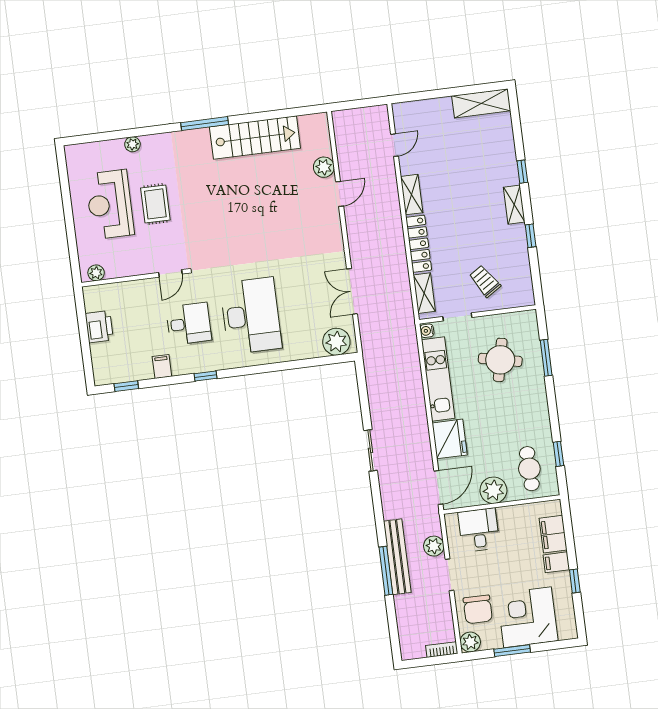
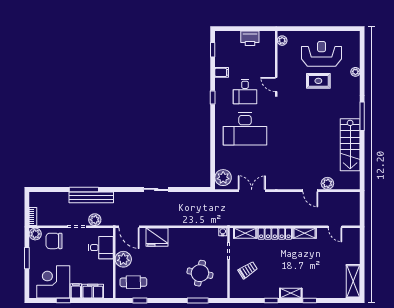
kitchen unit: (438, 379) -> (193, 235), removed
corner desk: (527, 617) -> (53, 282), moved, turned -90

